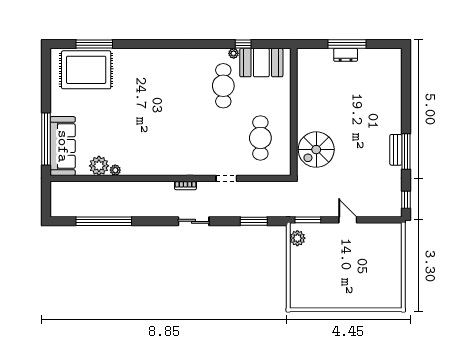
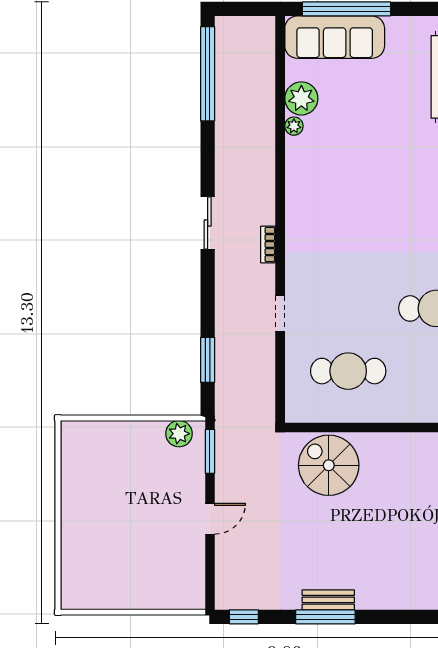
window: (104, 221) -> (208, 74), moved
sliding door: (194, 221) -> (208, 223), moved

